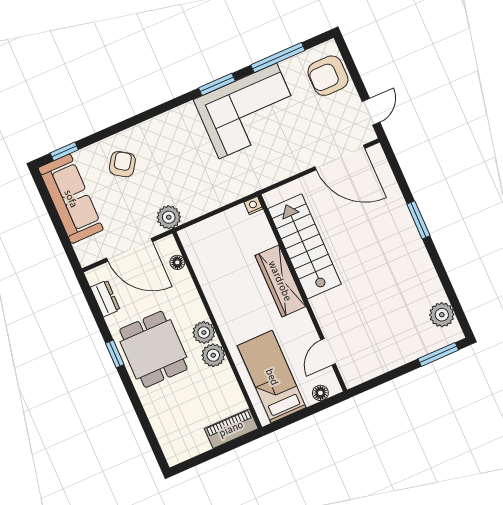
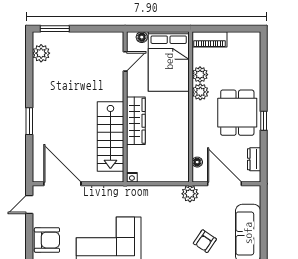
plant: (204, 333) -> (200, 75), moved
bed: (272, 377) -> (169, 61), width x1.50

